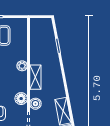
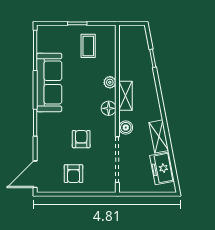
floor lamp: (21, 99) -> (109, 108), moved

